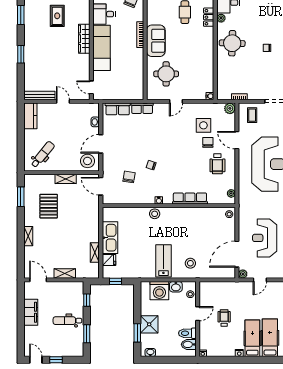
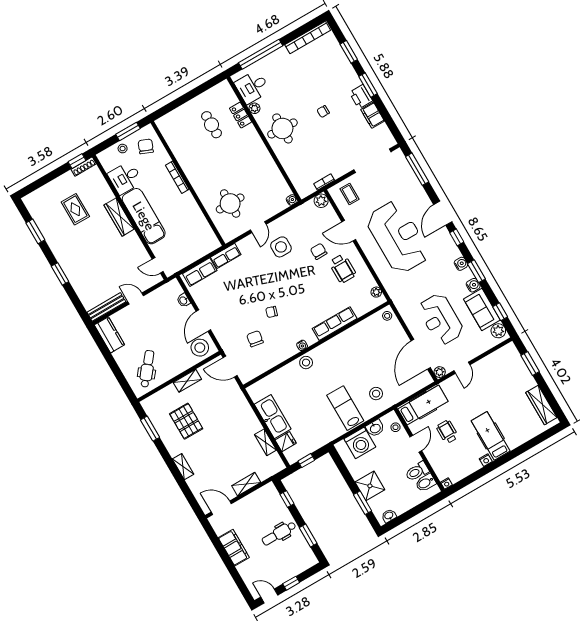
sofa: (156, 41) -> (198, 174), removed
side table: (203, 125) -> (281, 247), moved
hospital bed: (270, 338) -> (423, 405), moved, turned 90

